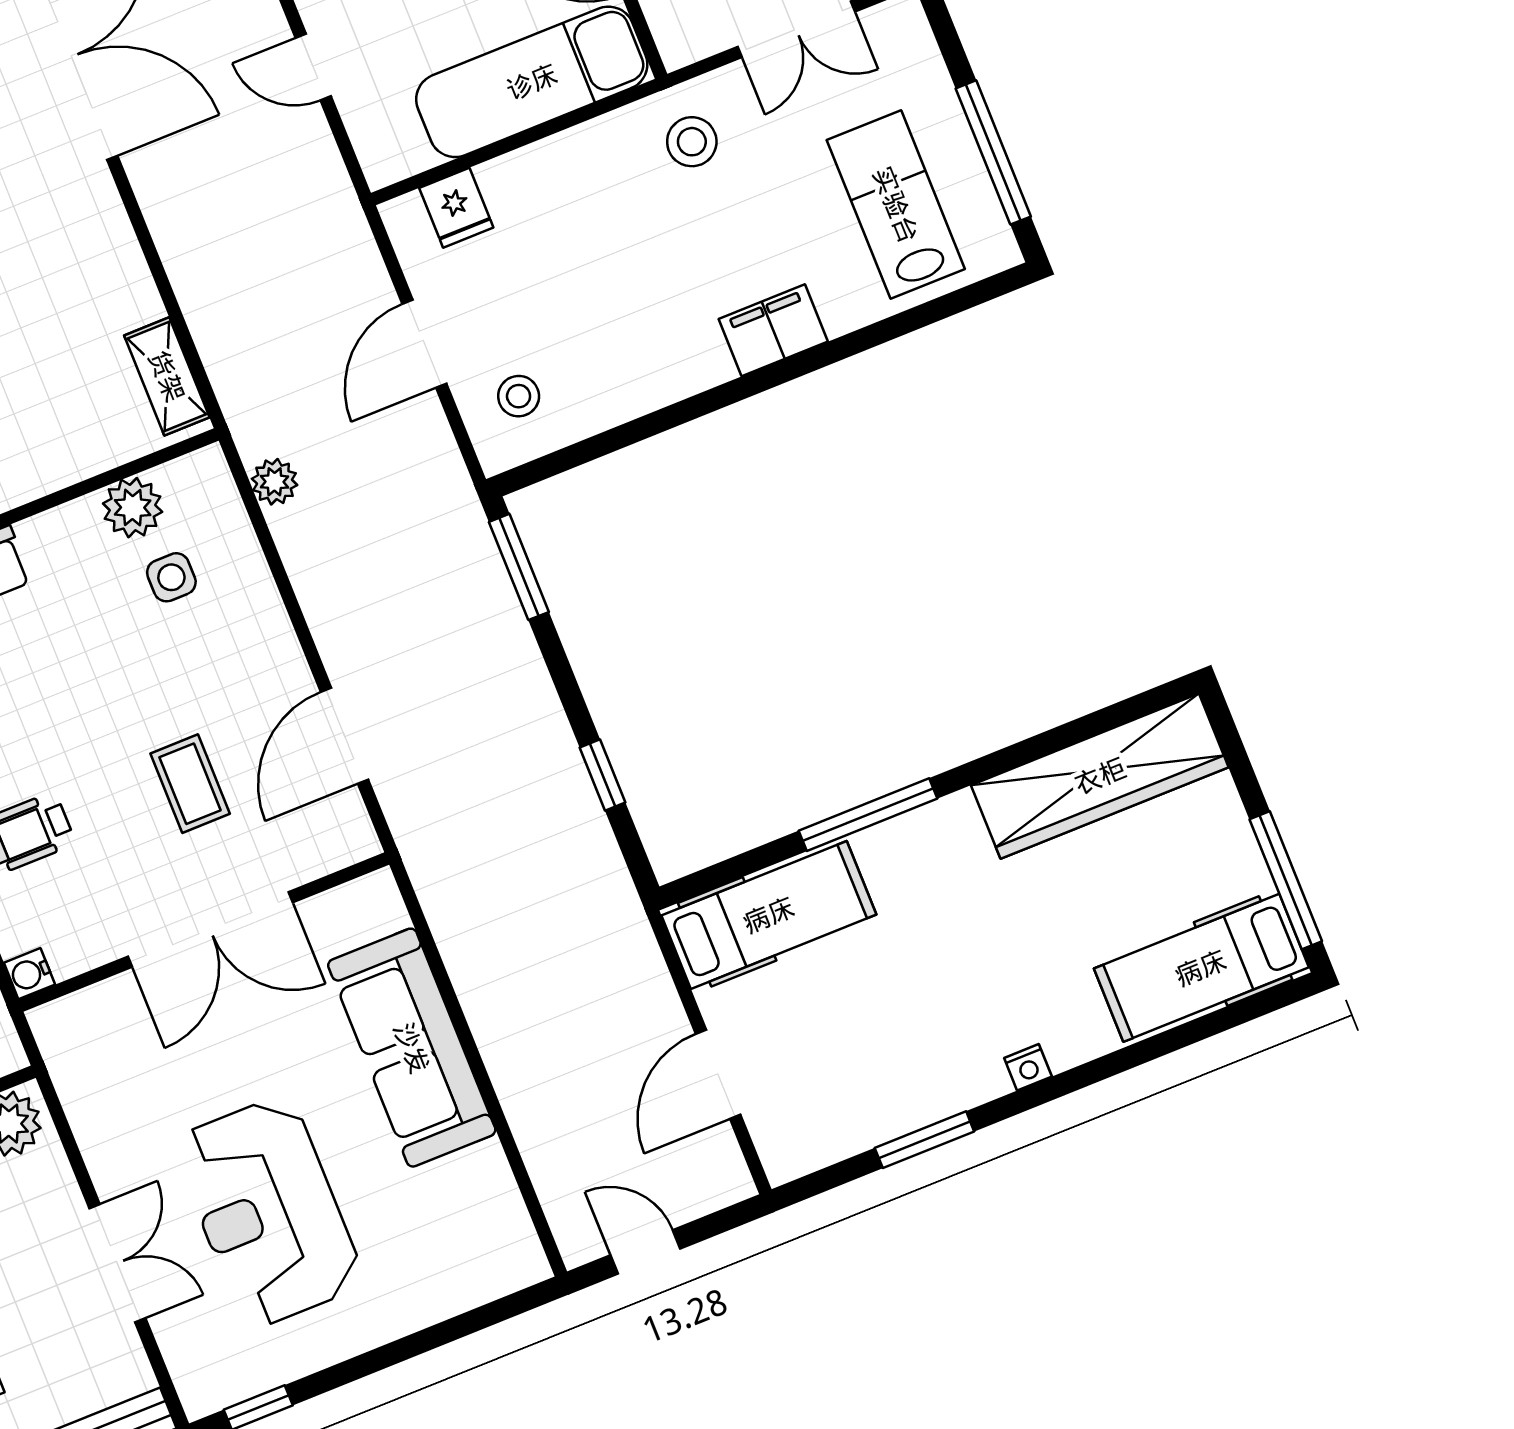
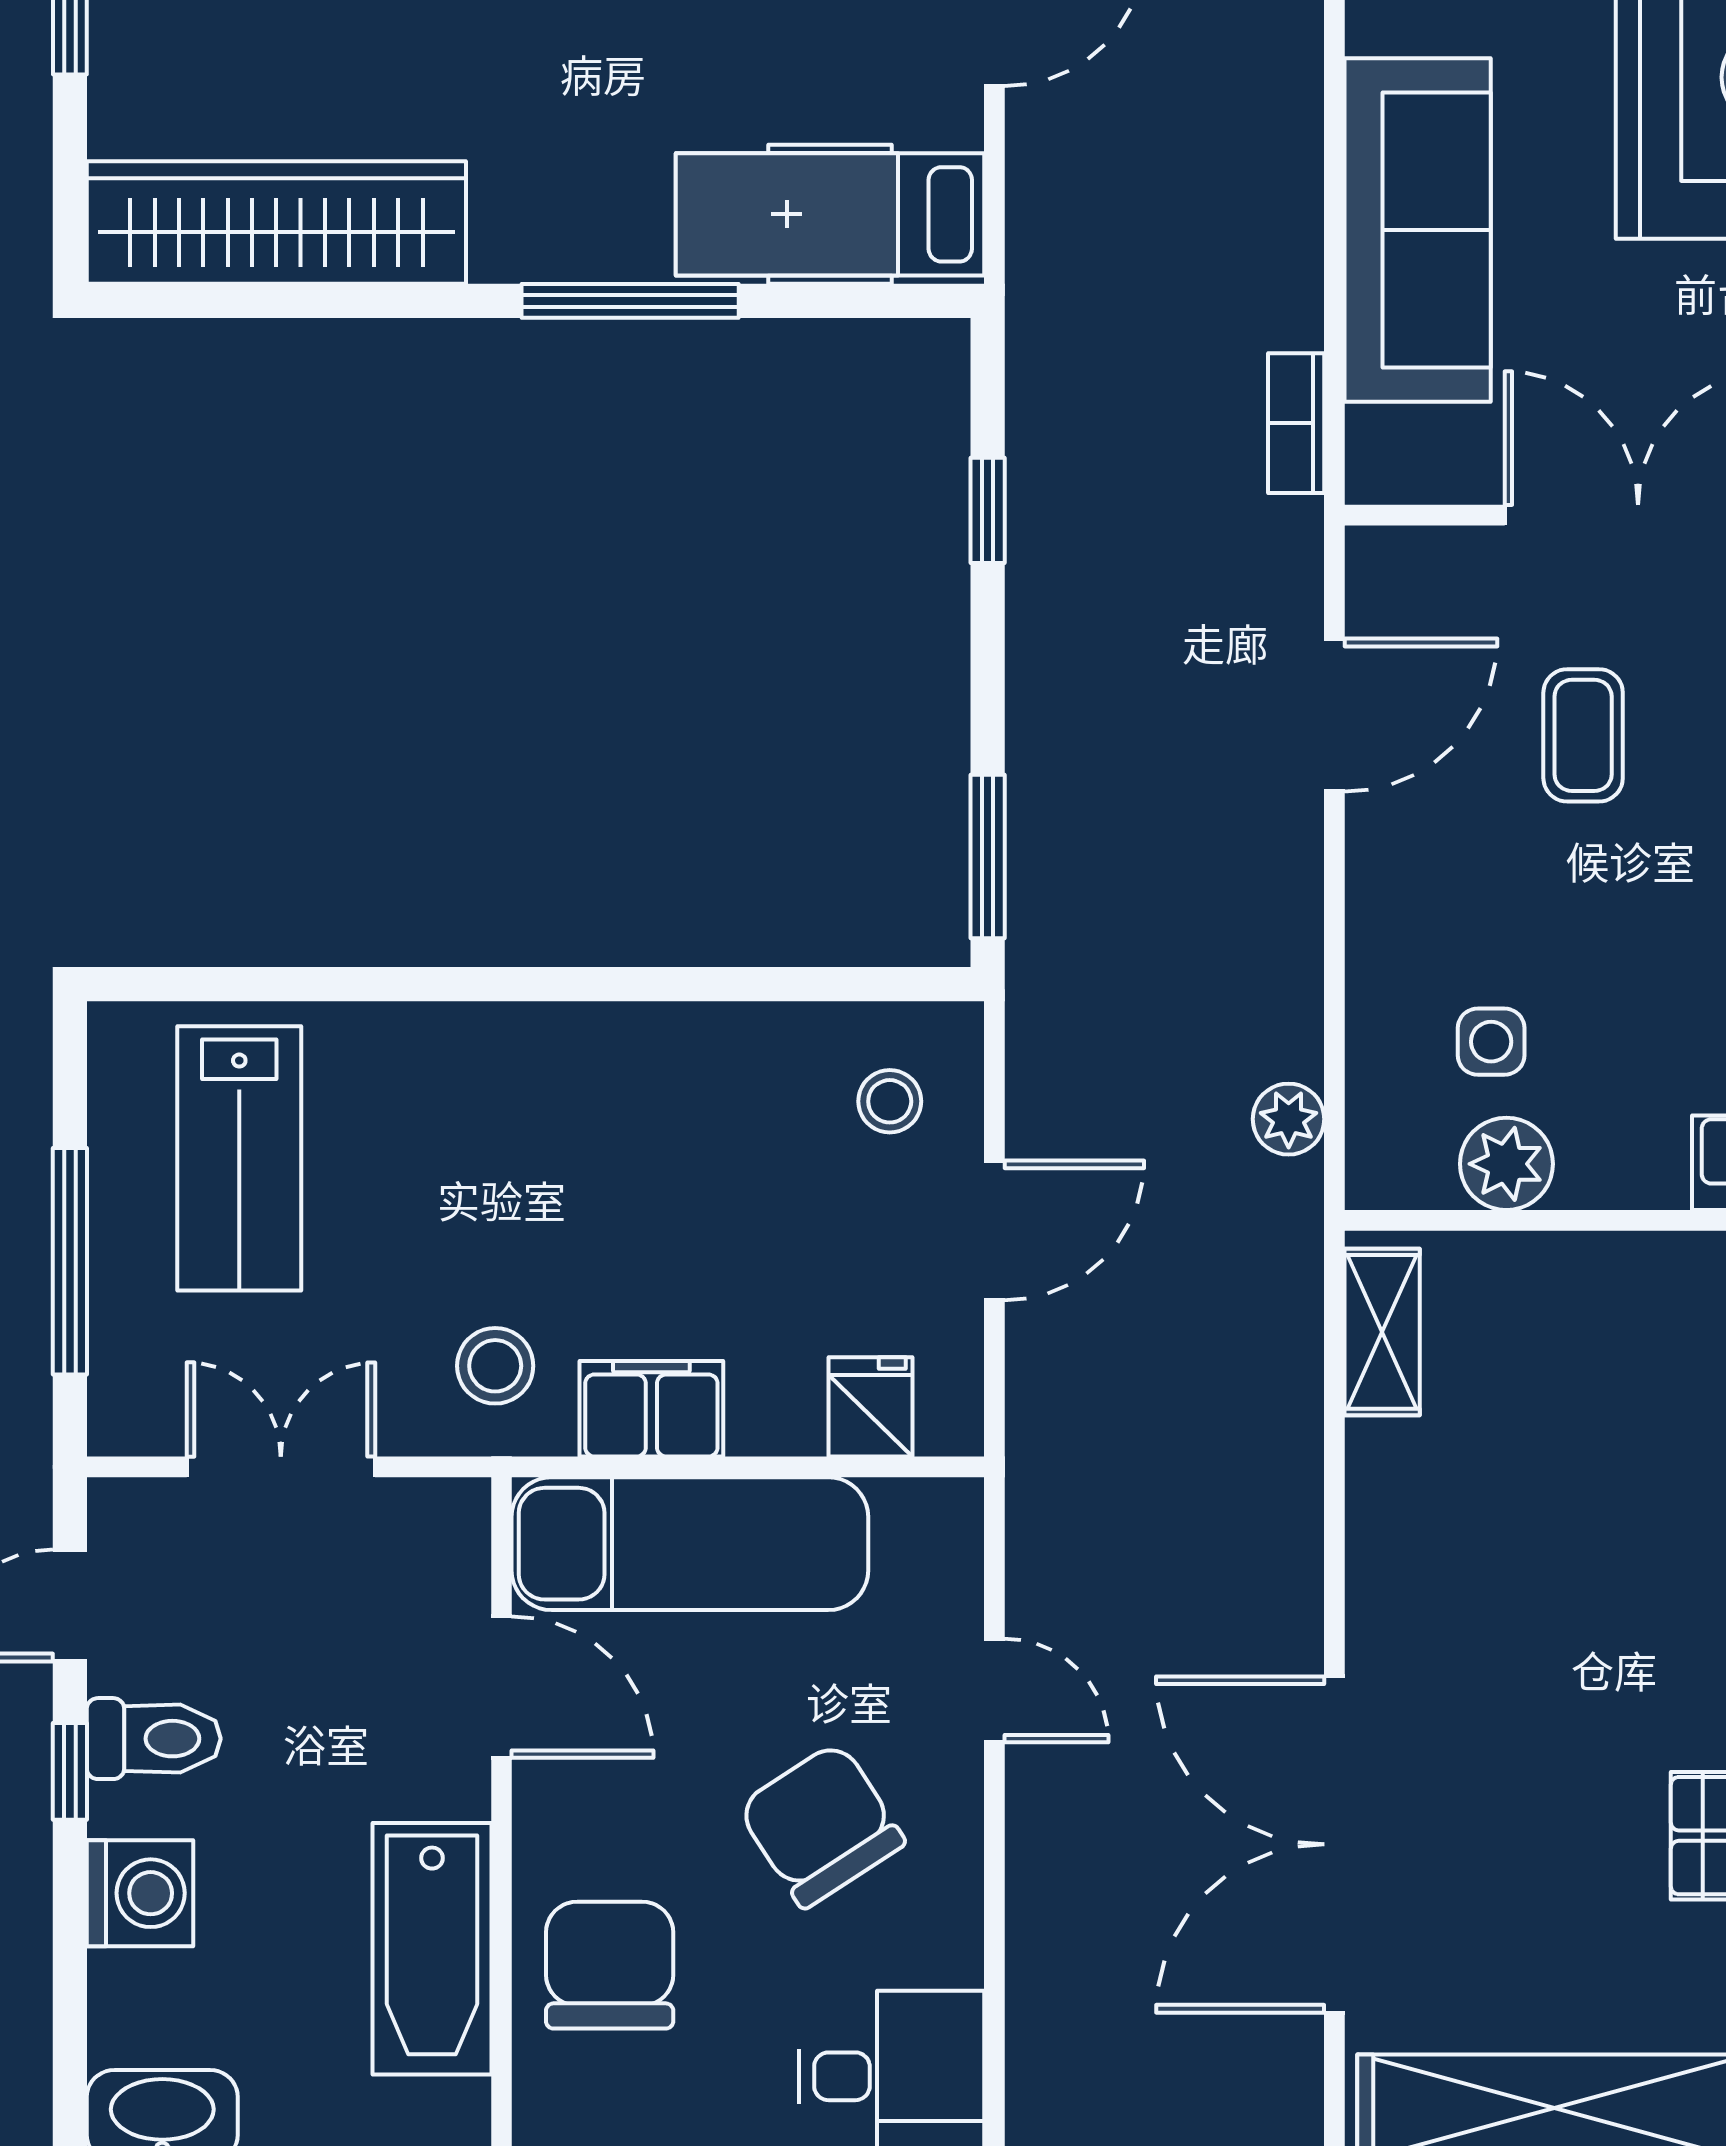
window: (993, 152) -> (70, 1261), moved
filing cabinet: (773, 330) -> (651, 1409), moved, turned 180
bookcase: (438, 902) -> (1296, 423), added

